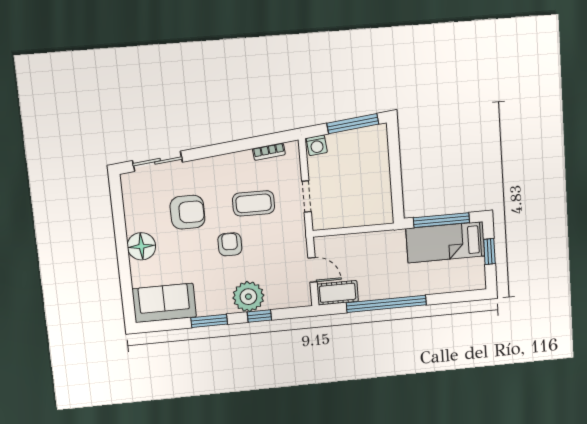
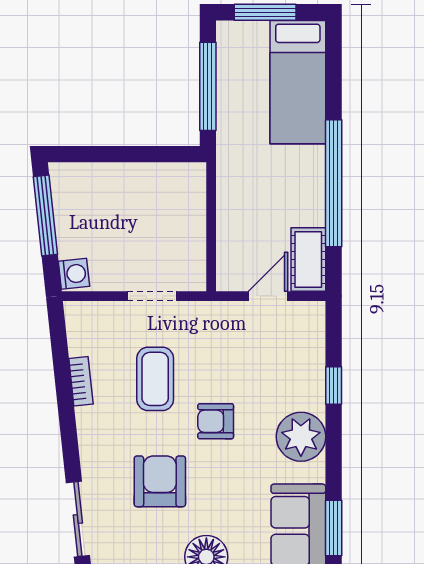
bookcase: (269, 152) -> (81, 381), moved
bed: (445, 242) -> (298, 82), moved
window: (489, 252) -> (265, 12), width x1.50
plant: (248, 297) -> (301, 437), moved
window: (209, 321) -> (334, 528), moved

